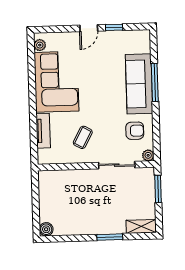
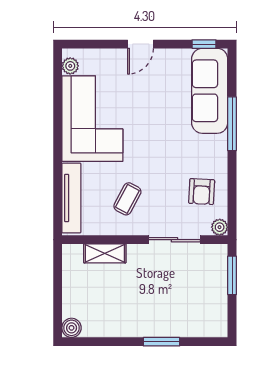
window: (114, 27) -> (204, 44), moved
sofa: (139, 84) -> (210, 91), moved
tv unit: (43, 131) -> (71, 198), width x1.41
armchair: (135, 131) -> (202, 192), turned 93
shelving: (141, 226) -> (105, 253), moved

